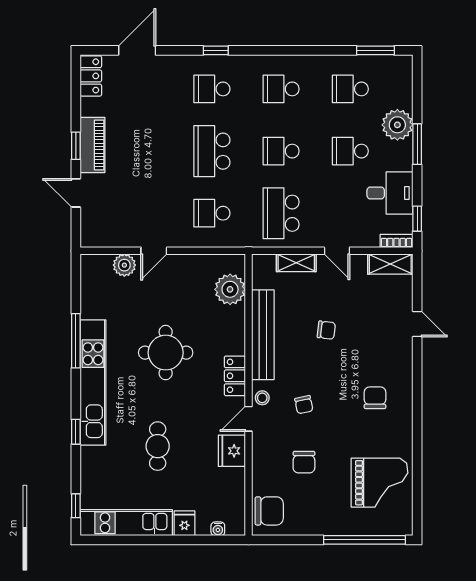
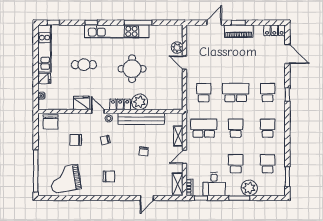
plant: (230, 289) -> (140, 102), moved
grand piano: (379, 483) -> (65, 179), turned 81

